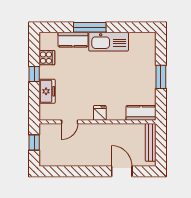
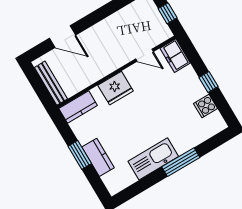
kitchen counter: (73, 40) -> (98, 157), moved, turned 90
freezer: (47, 91) -> (175, 56), moved
fridge: (100, 113) -> (116, 88), width x1.88, depth x1.34
door: (70, 122) -> (144, 55), swing flipped

